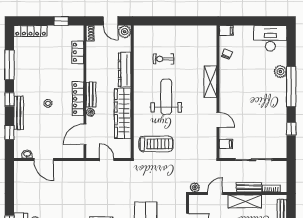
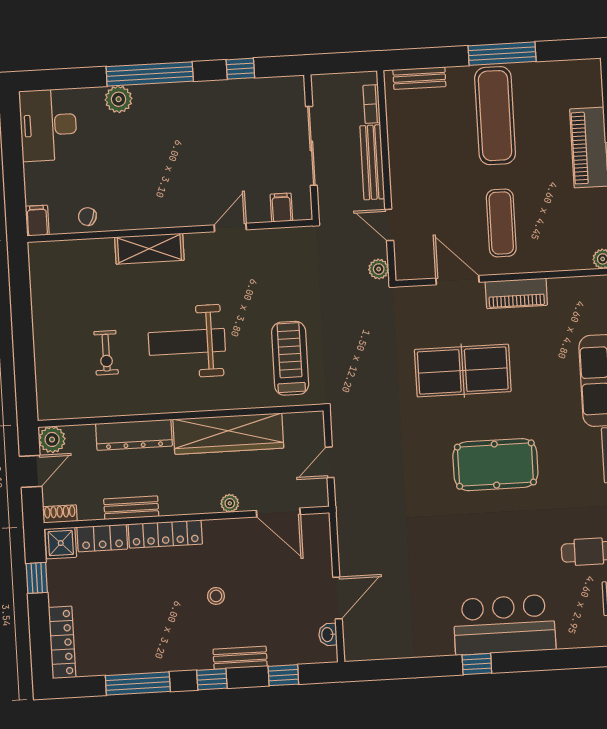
shower: (77, 33) -> (61, 543), added
bench: (91, 95) -> (131, 508), moved
locker: (78, 99) -> (165, 534), moved
bench: (19, 113) -> (240, 658), width x0.73
bench: (249, 187) -> (372, 162), width x1.36
shelving: (245, 201) -> (403, 160), removed

